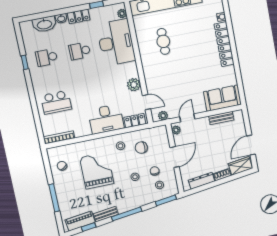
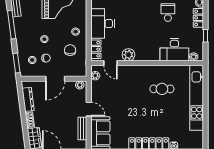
desk: (116, 42) -> (174, 50), width x0.73, depth x0.77
door: (146, 102) -> (110, 63), hinge flipped
door: (187, 118) -> (89, 109), moved
door: (175, 157) -> (55, 79), hinge flipped

